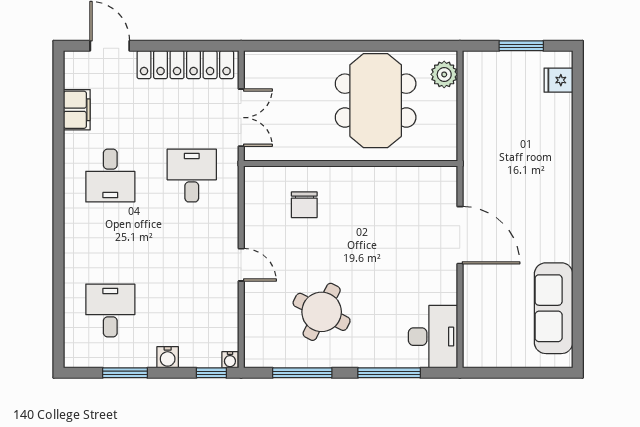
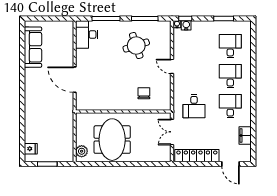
desk: (110, 243) -> (230, 76), added
desk: (110, 310) -> (230, 46), turned 180
round table: (322, 312) -> (136, 46), turned 45
water cooler: (168, 357) -> (186, 25), moved

